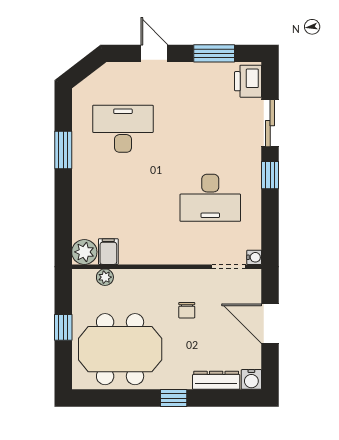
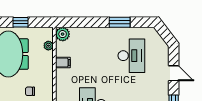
door: (154, 53) -> (174, 73), hinge flipped
filing cabinet: (108, 252) -> (63, 63), moved

